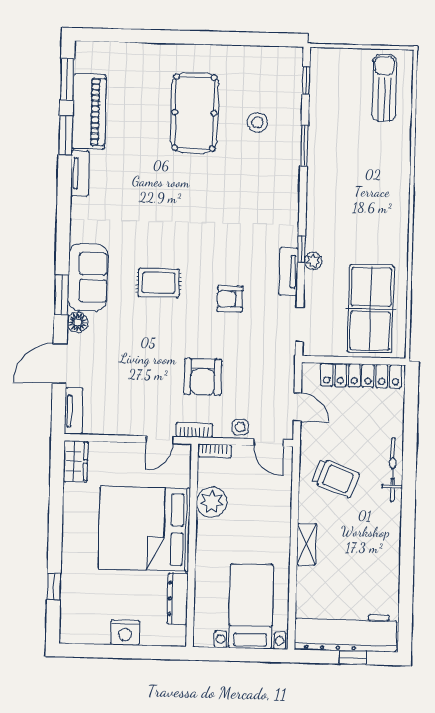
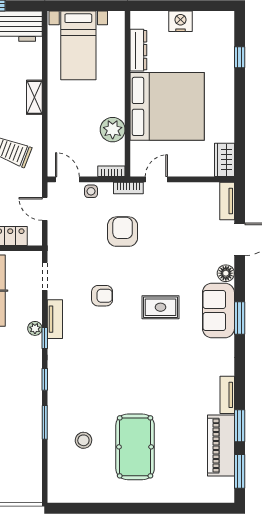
window: (306, 81) -> (45, 379), moved
window: (61, 295) -> (240, 318), moved

